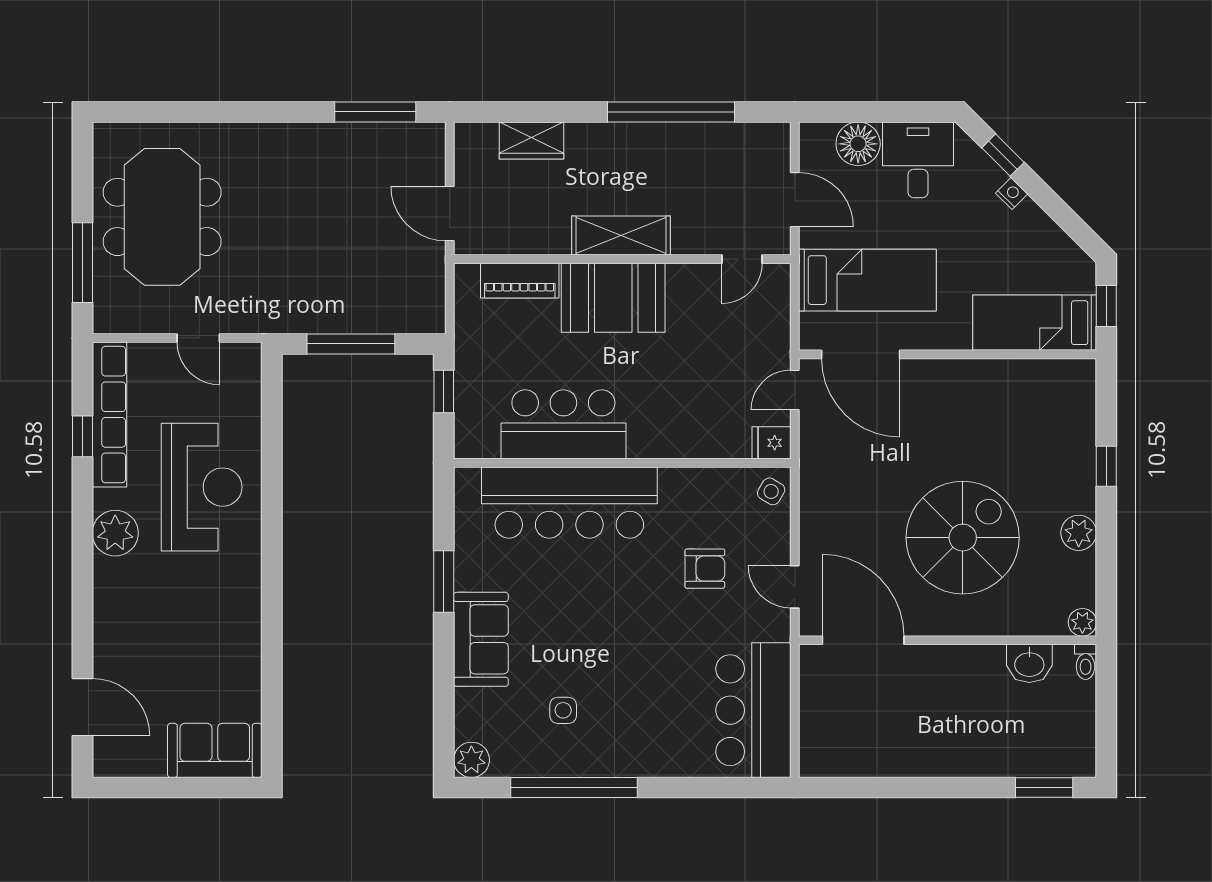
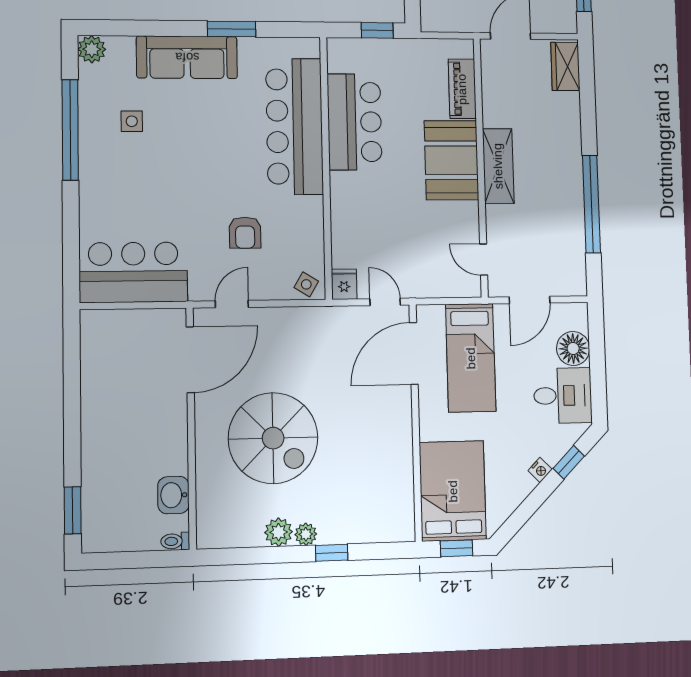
wardrobe: (532, 140) -> (565, 66), moved
bed: (1035, 323) -> (453, 491), width x1.50
plant: (1082, 622) -> (306, 534), moved
sofa: (481, 639) -> (187, 57), width x1.36

